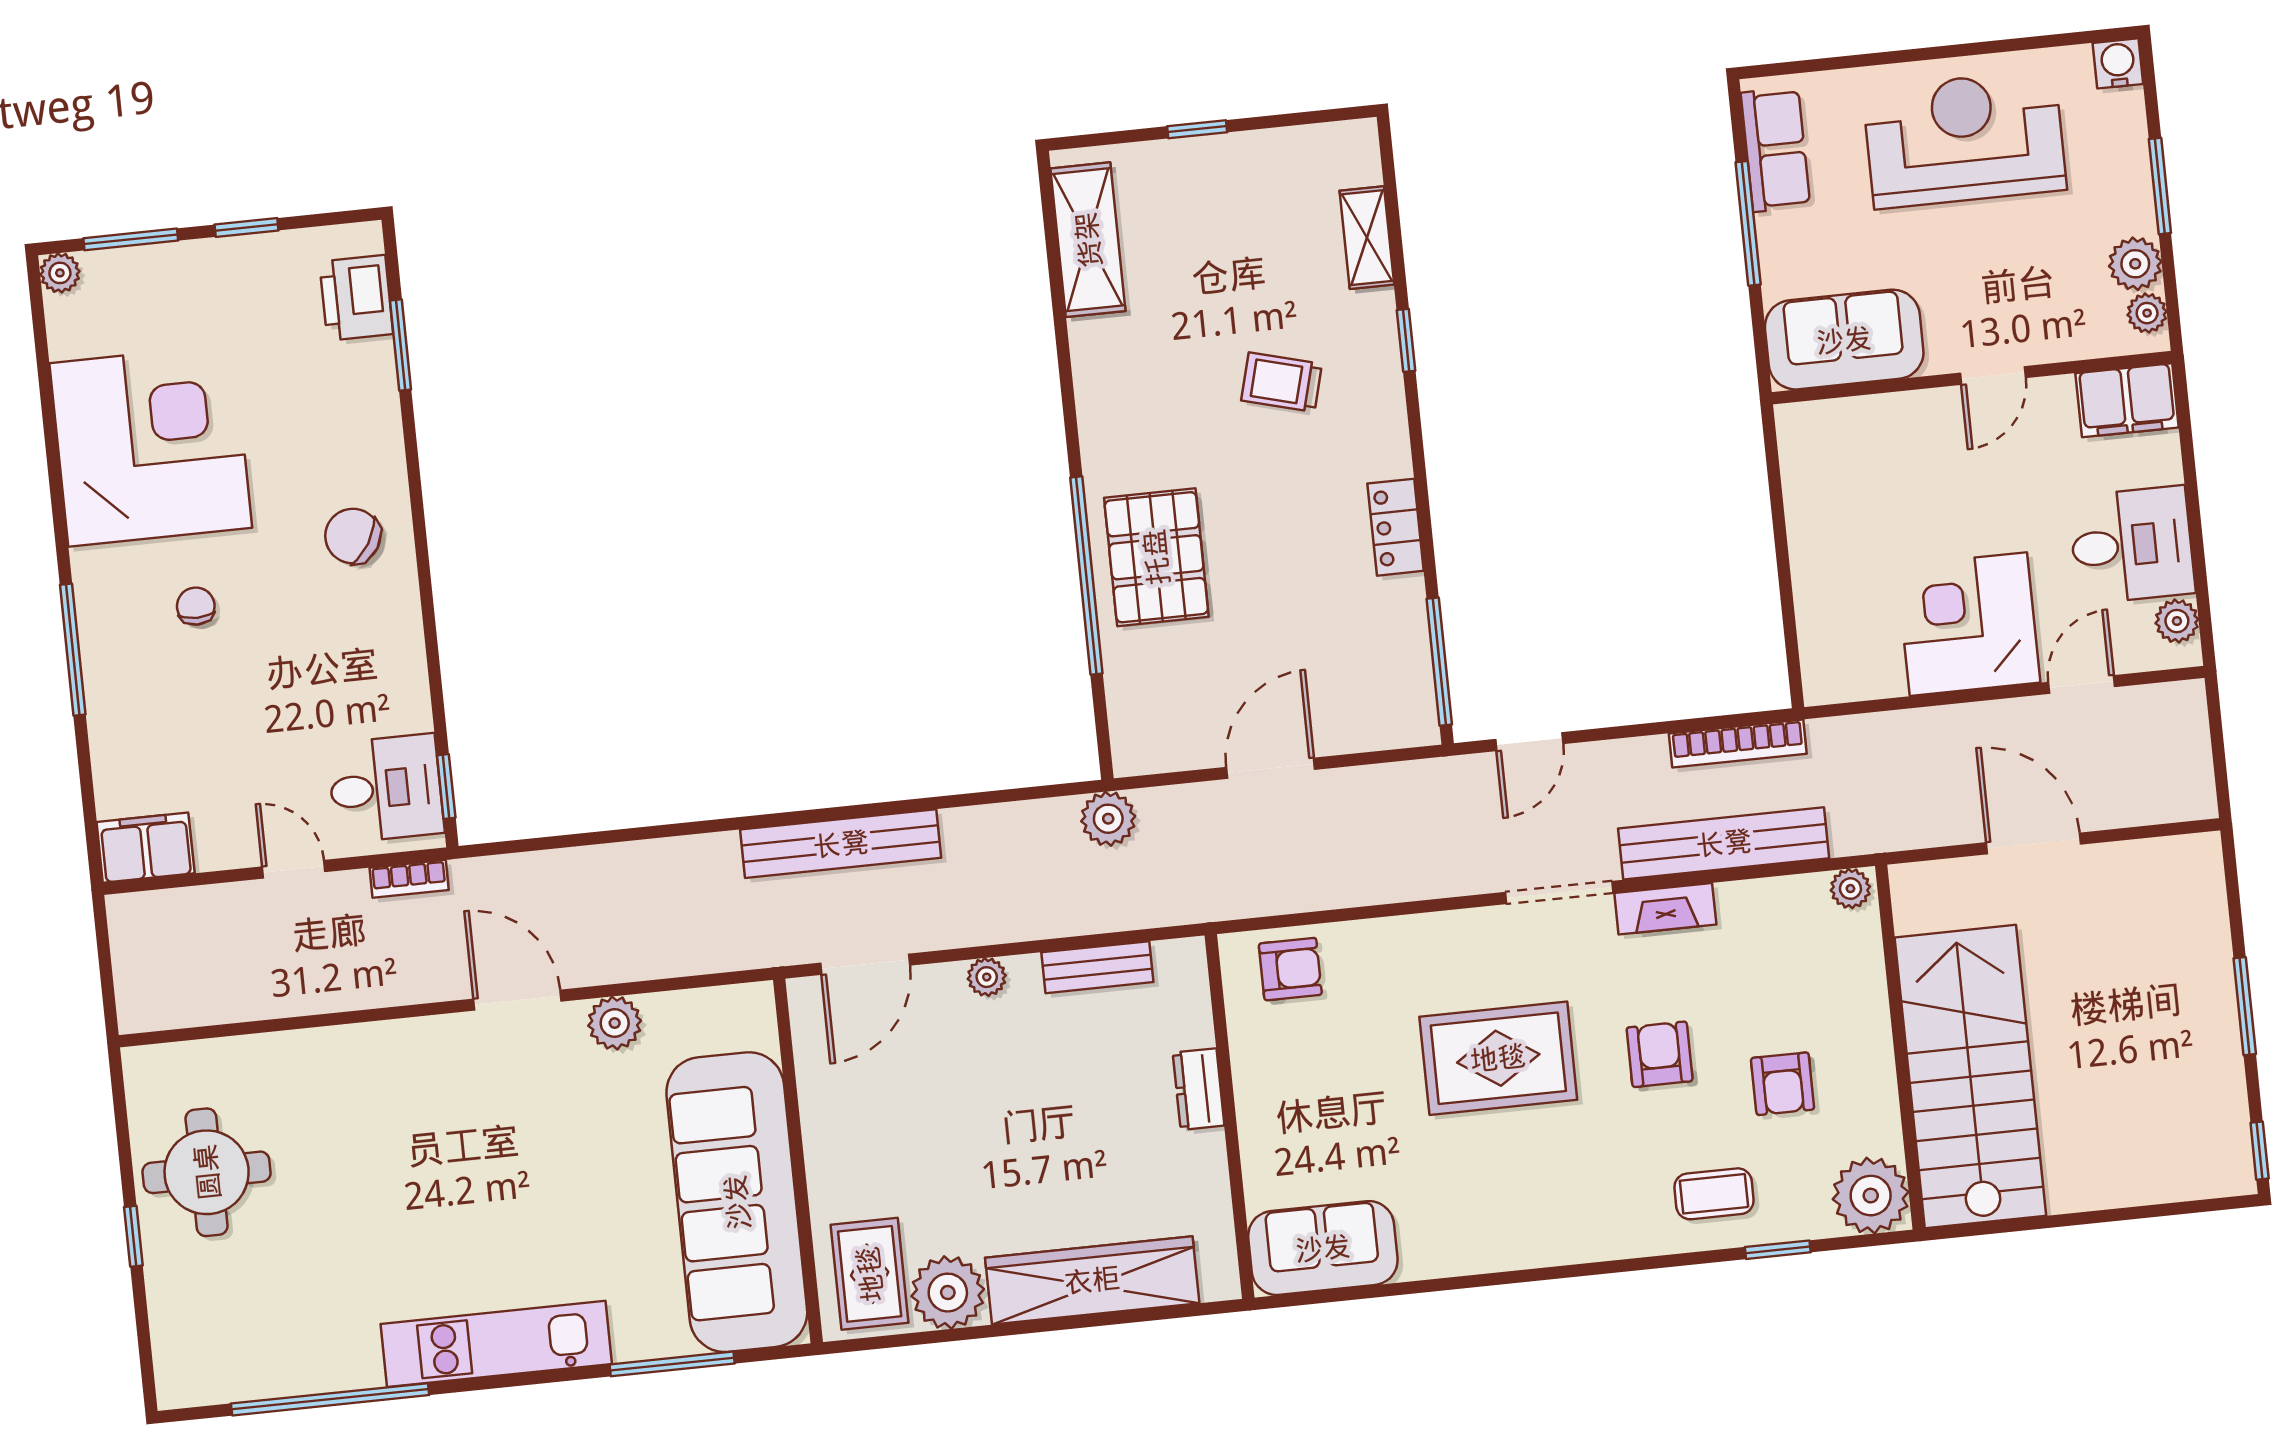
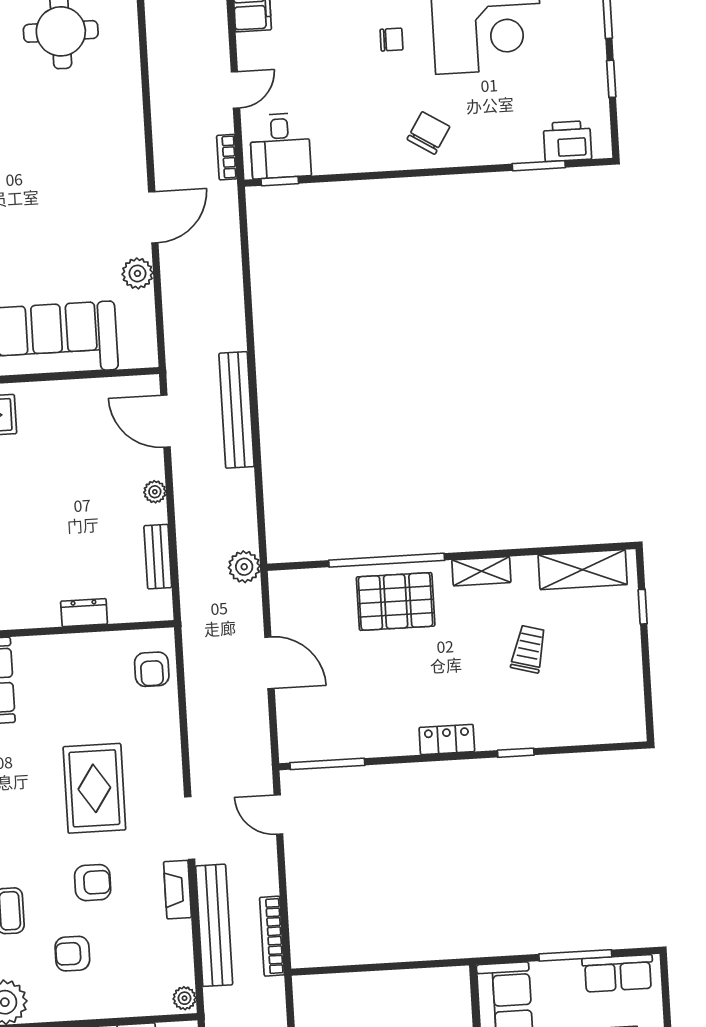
window: (1197, 129) -> (643, 607), moved
shelving: (1367, 238) -> (481, 571), moved
trolley: (1282, 382) -> (529, 649), moved
locker: (1396, 527) -> (447, 740), moved

